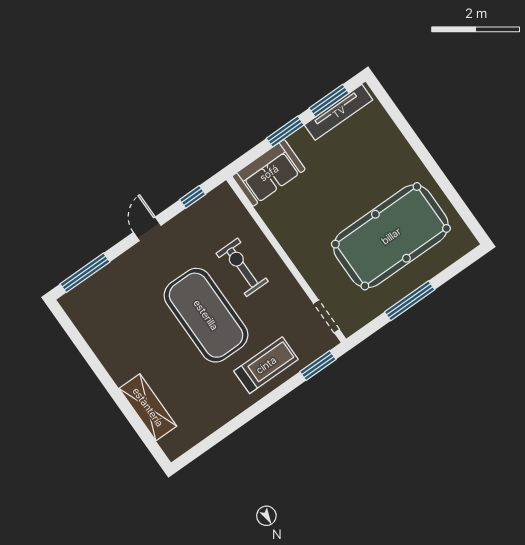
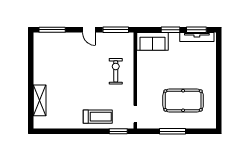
window: (193, 197) -> (116, 30), width x2.17
door: (147, 229) -> (89, 30), swing flipped
pool table: (391, 236) -> (183, 100), width x0.73, depth x0.76
exercise mat: (206, 315) -> (88, 80), removed

